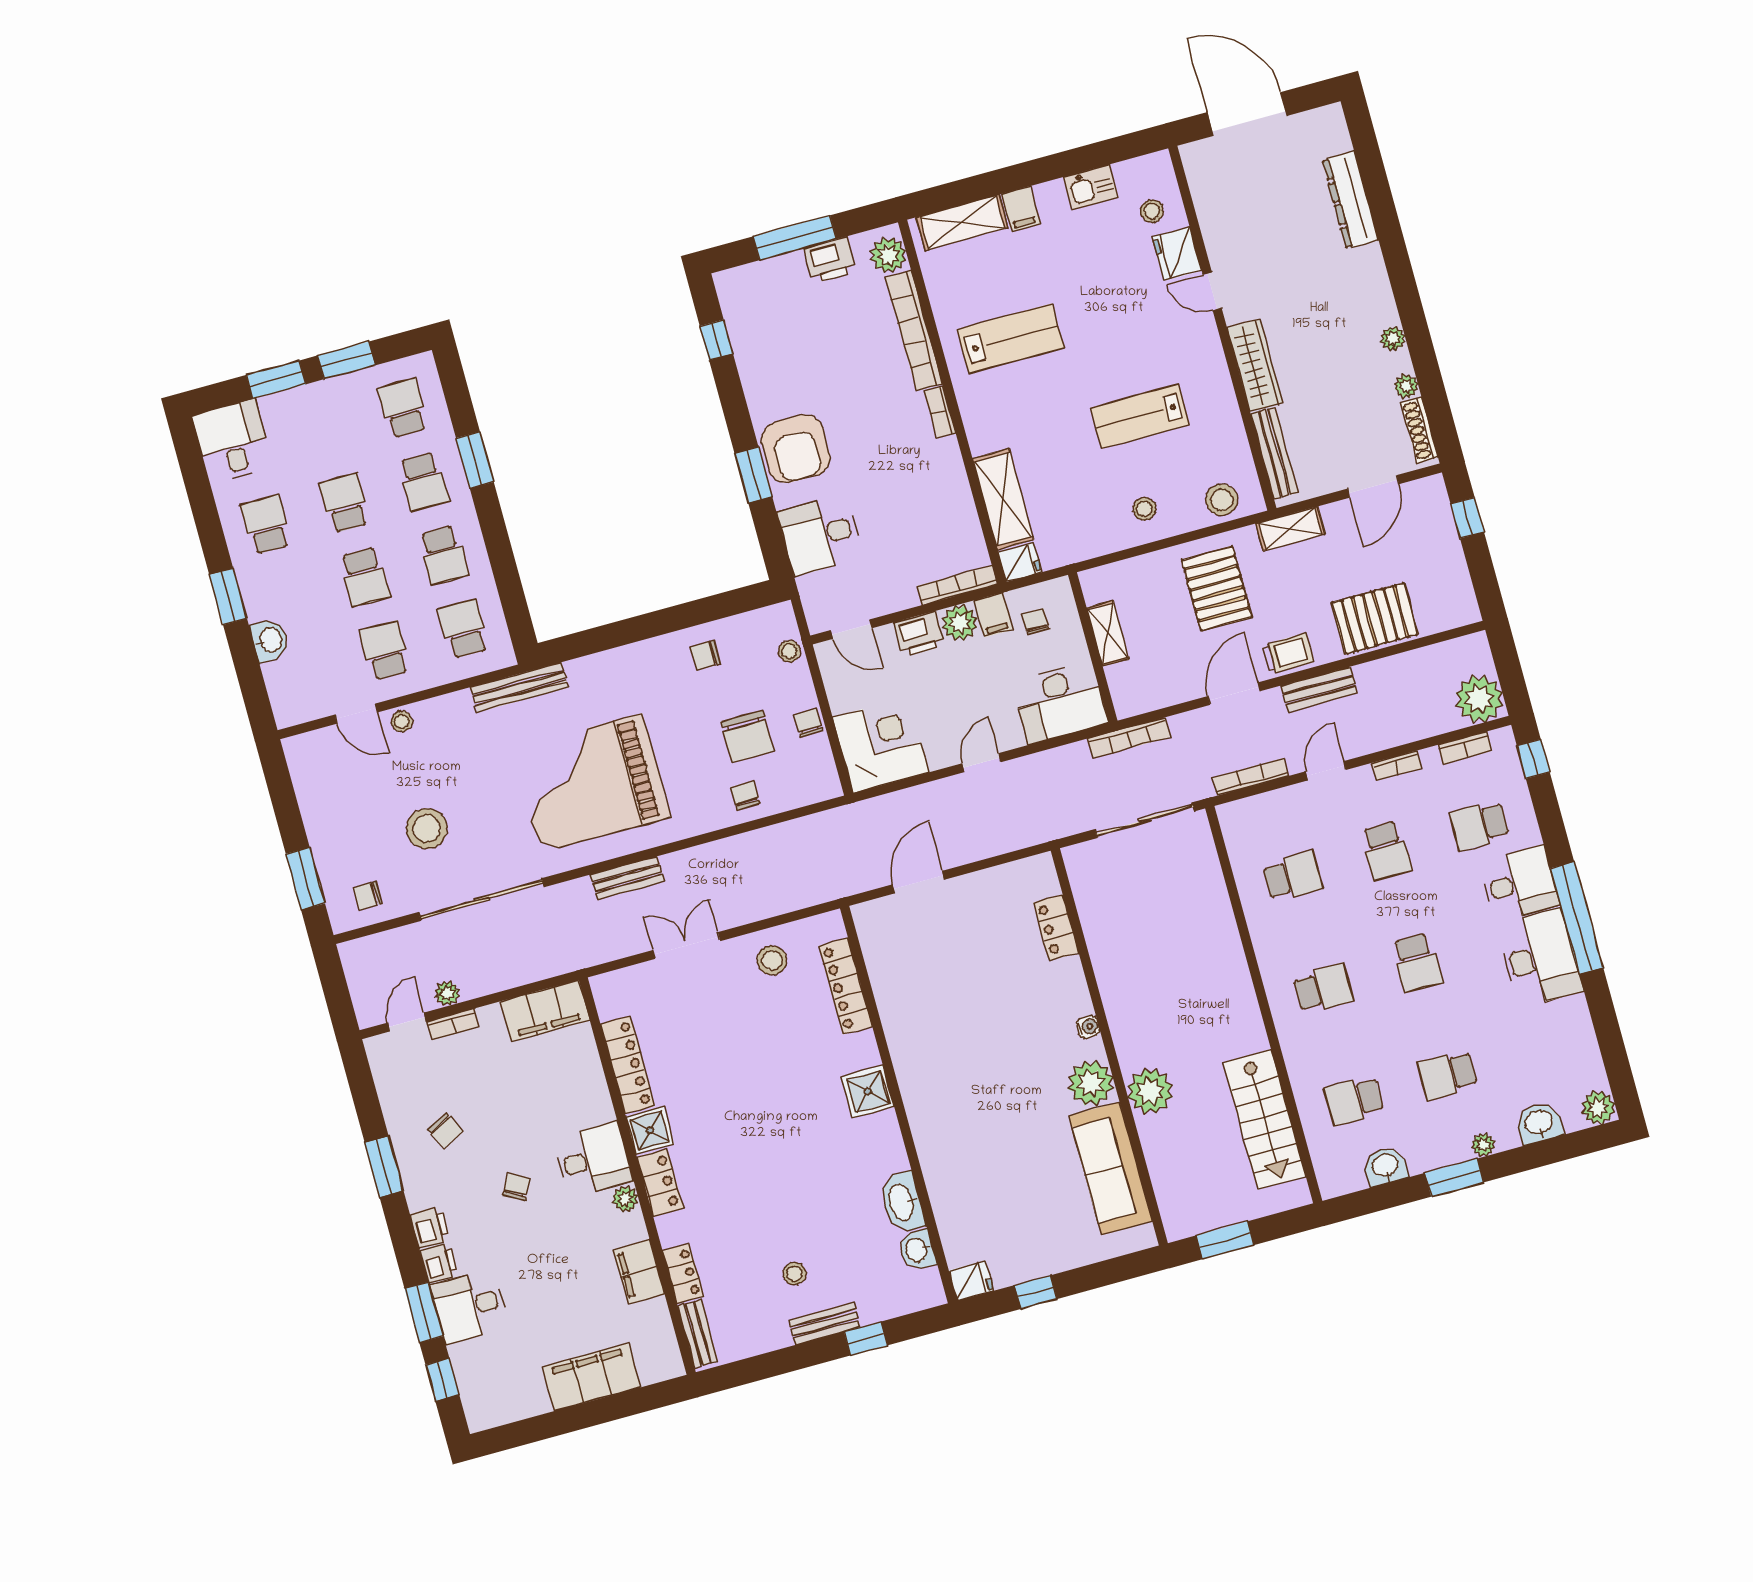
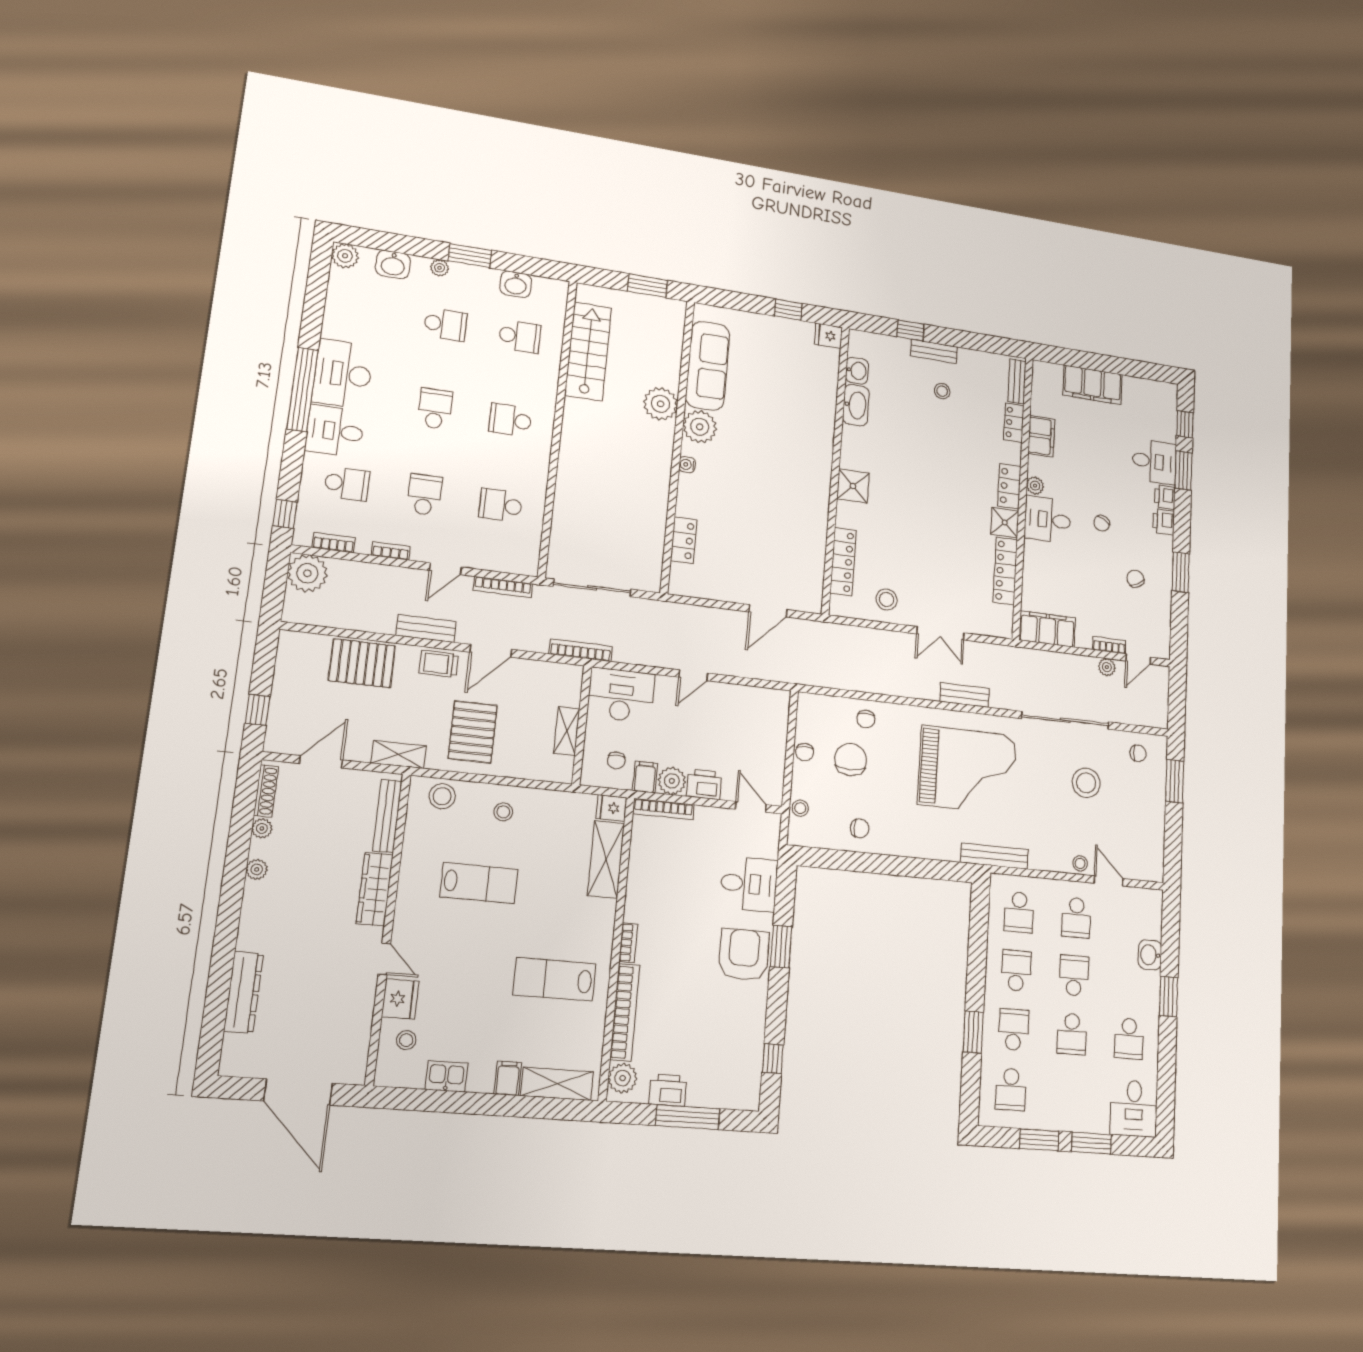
corner desk: (881, 745) -> (760, 716), removed

